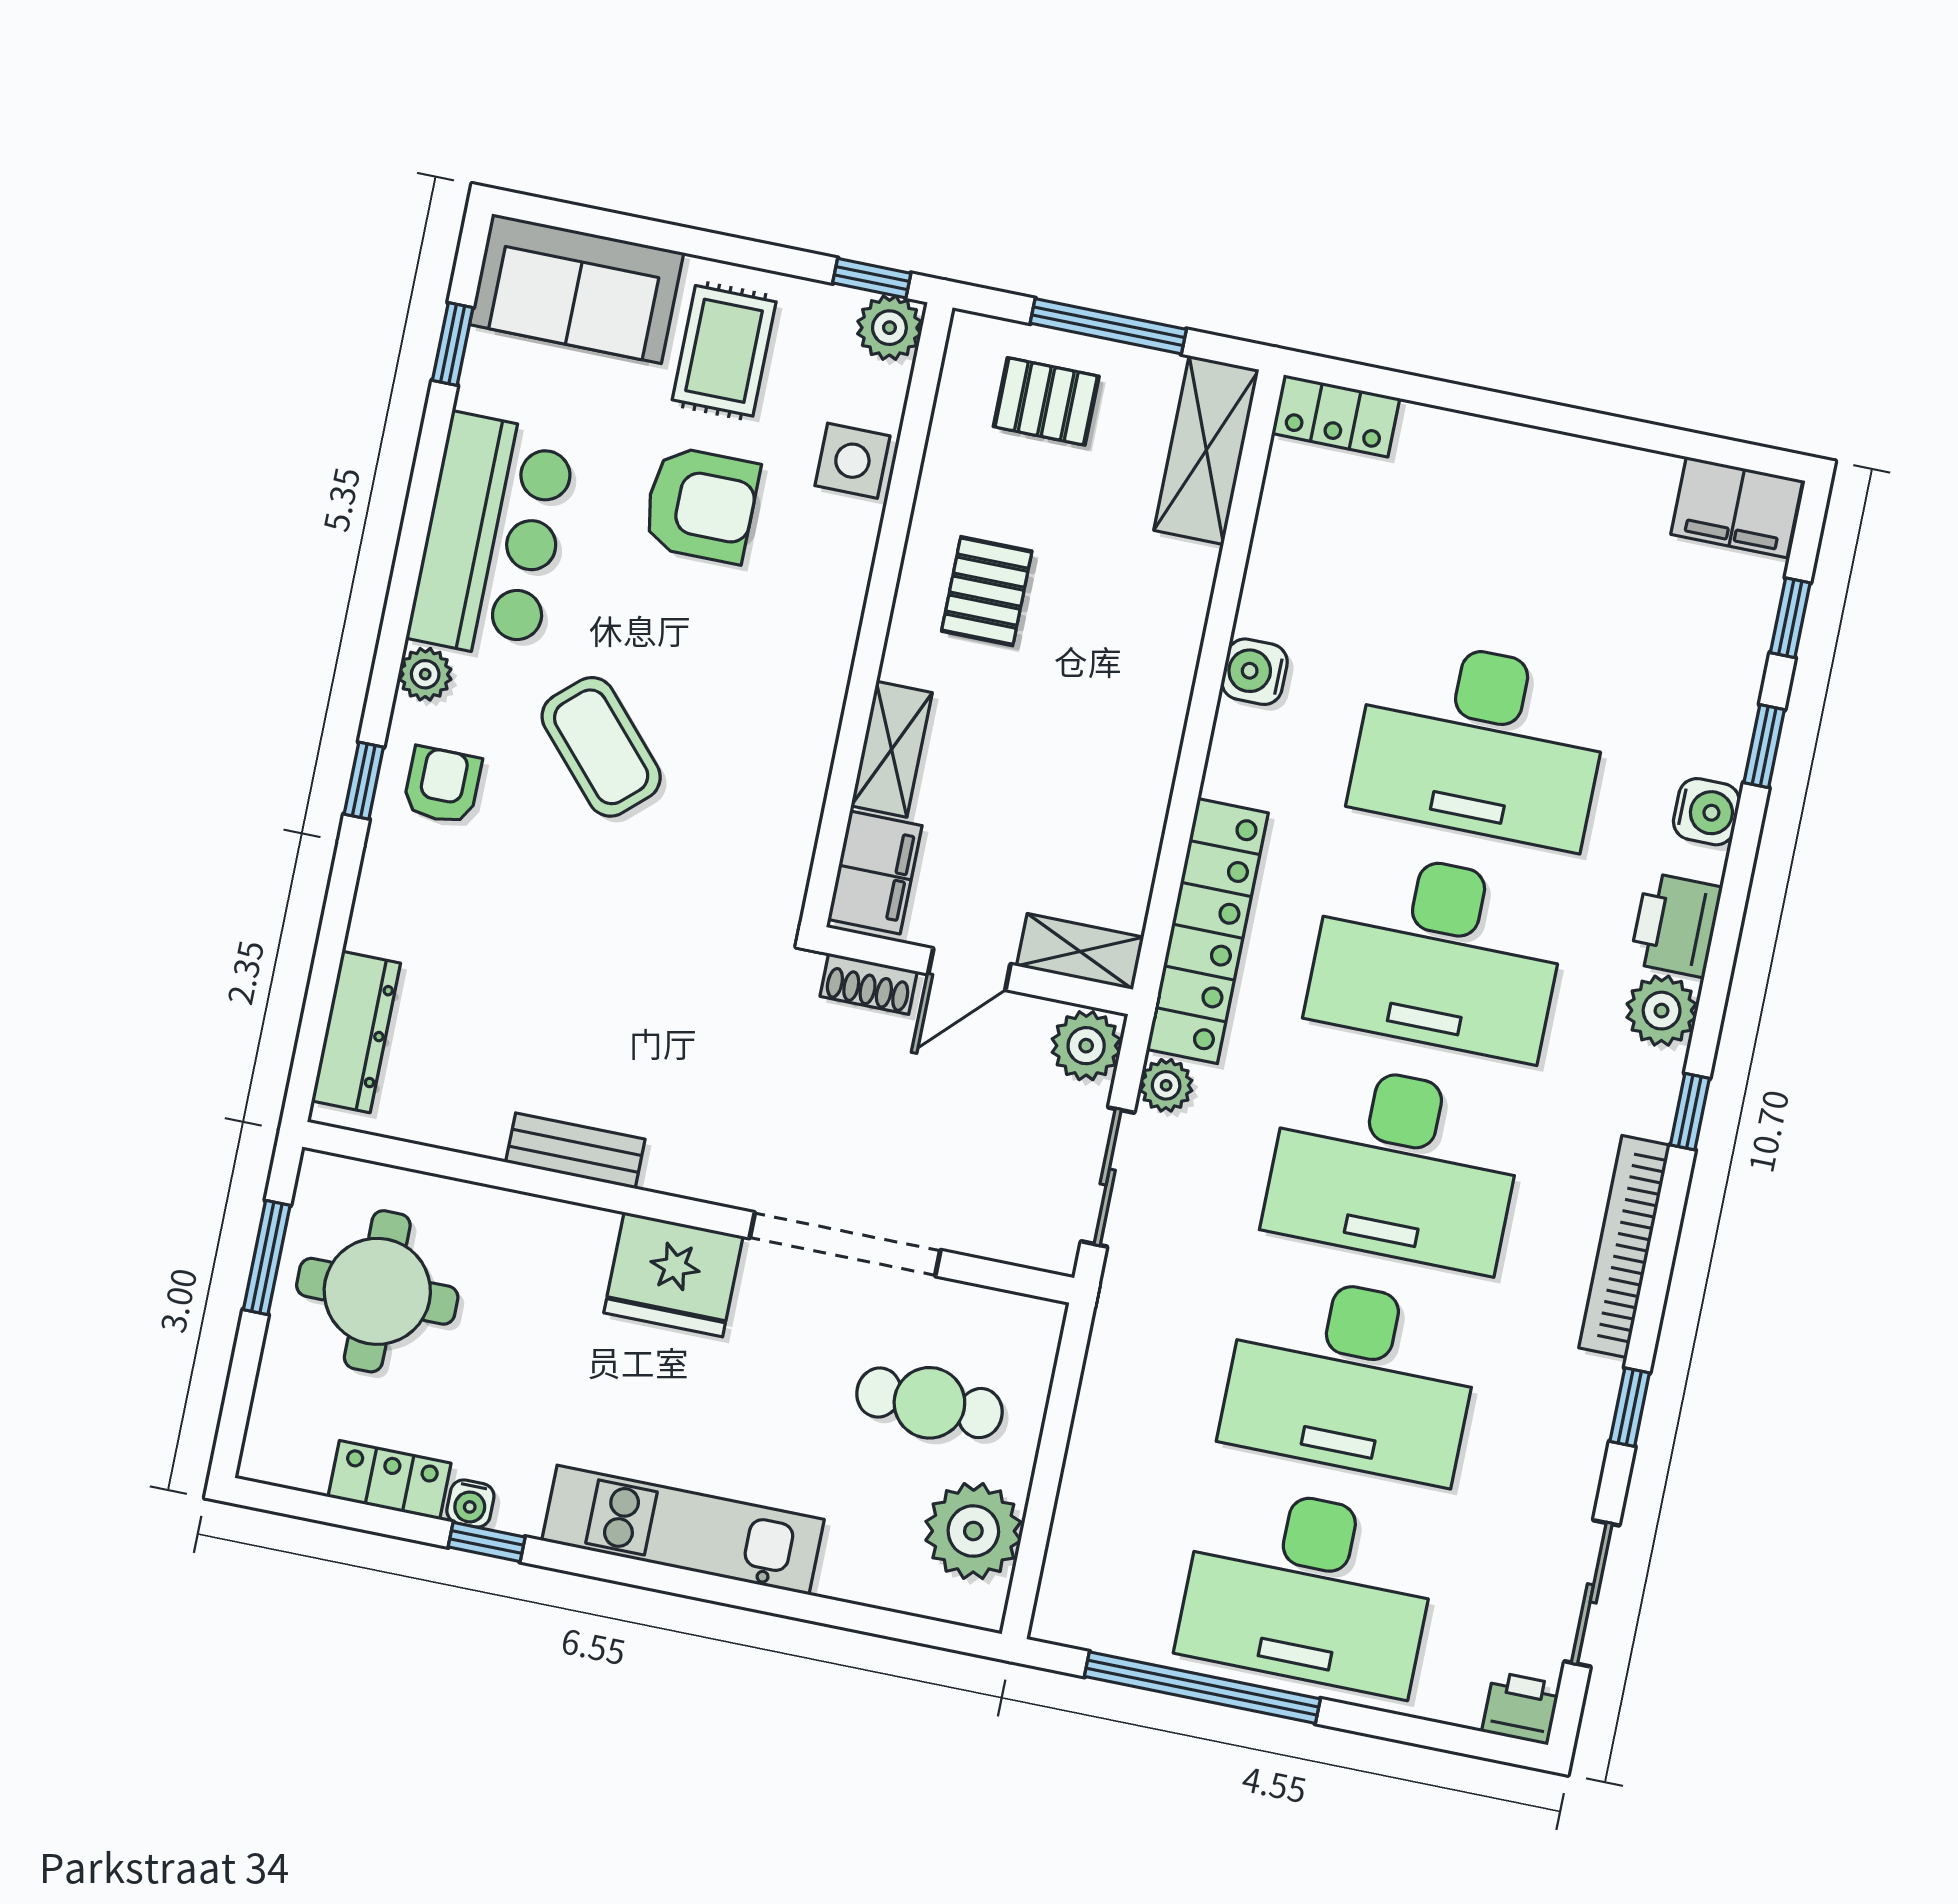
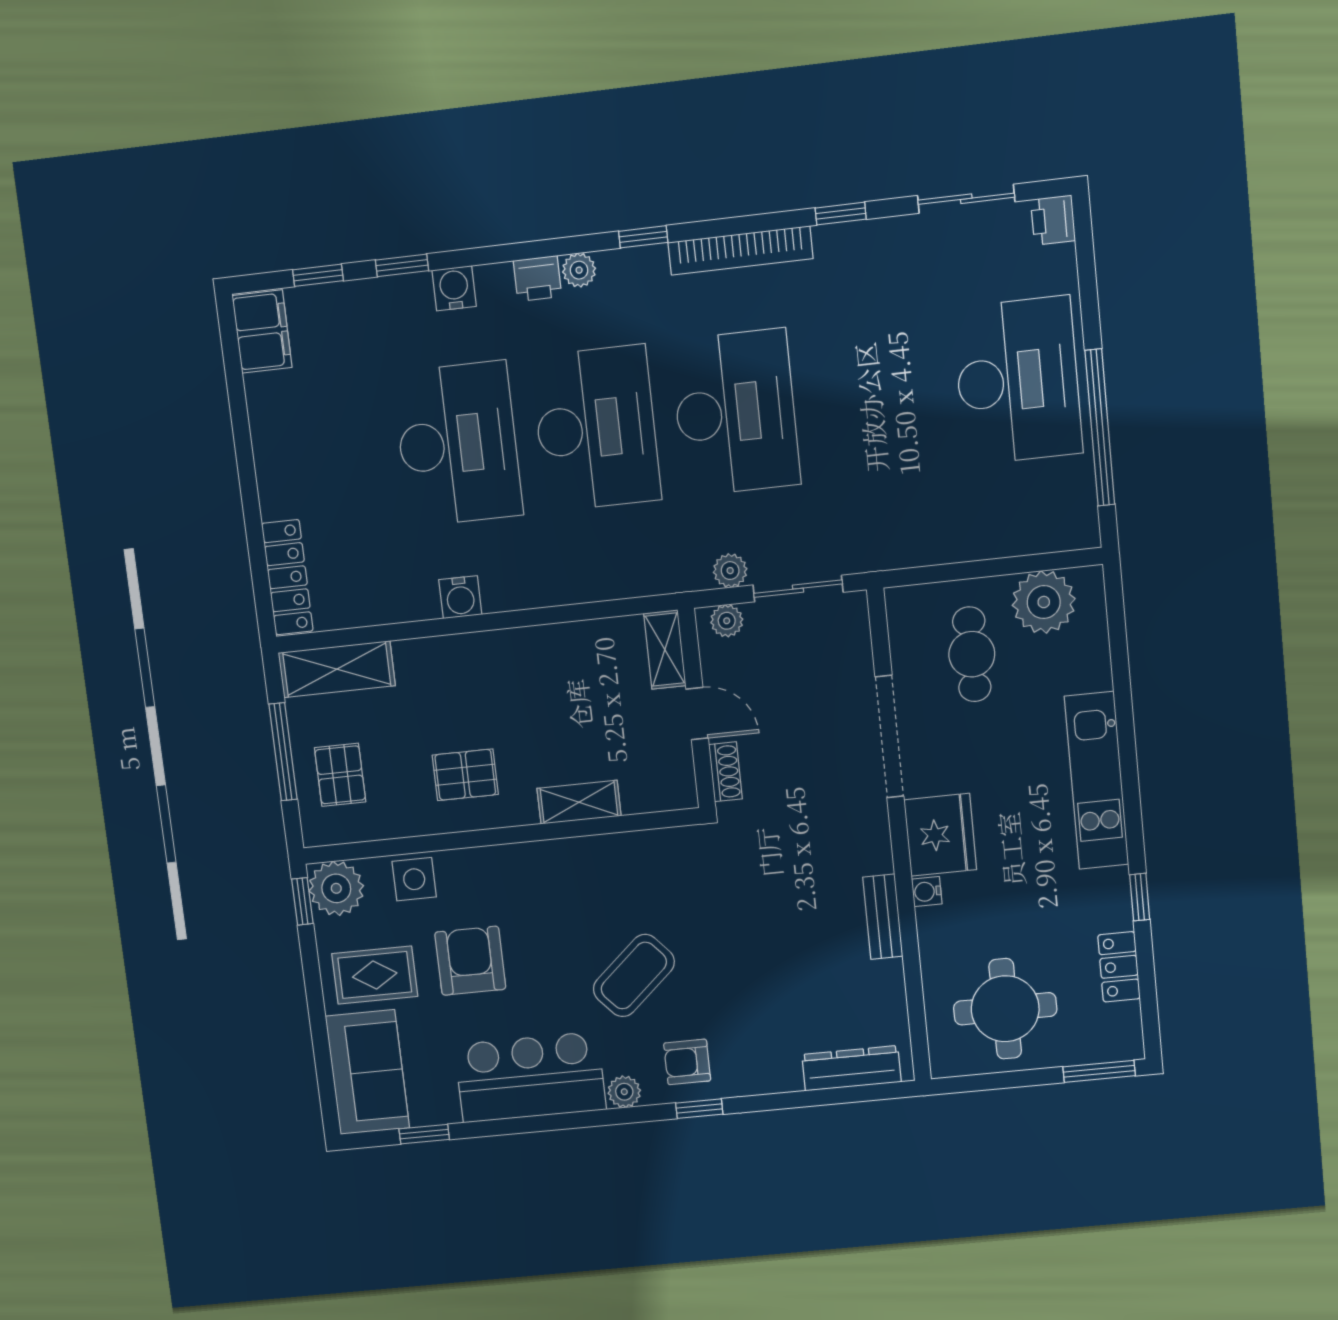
plant: (889, 328) -> (336, 888), width x1.36, depth x1.36
locker: (1336, 416) -> (287, 577), width x1.53
filing cabinet: (875, 872) -> (657, 789), removed
printer: (1676, 925) -> (538, 279), width x0.73, depth x0.81
locker: (1207, 931) -> (627, 575), removed
plant: (1662, 1011) -> (579, 270), width x0.73, depth x0.73
plant: (1086, 1046) -> (727, 621), width x0.73, depth x0.73
window: (267, 1257) -> (1099, 1071), moved
desk: (1351, 1377) -> (876, 397), removed
water cooler: (470, 1503) -> (927, 892), moved, turned 180

